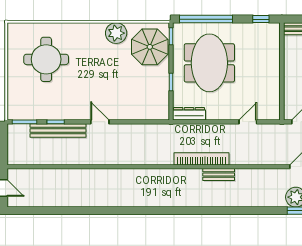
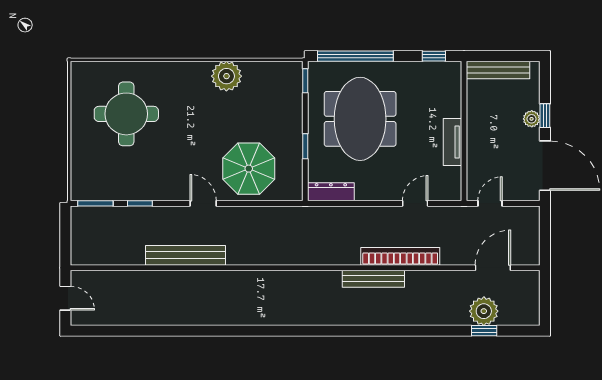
parasol: (150, 47) -> (249, 169), moved
tv unit: (274, 79) -> (453, 142), added
bench: (58, 130) -> (186, 255), moved
bookcase: (201, 159) -> (400, 256), moved
bench: (219, 175) -> (373, 279), width x1.36

